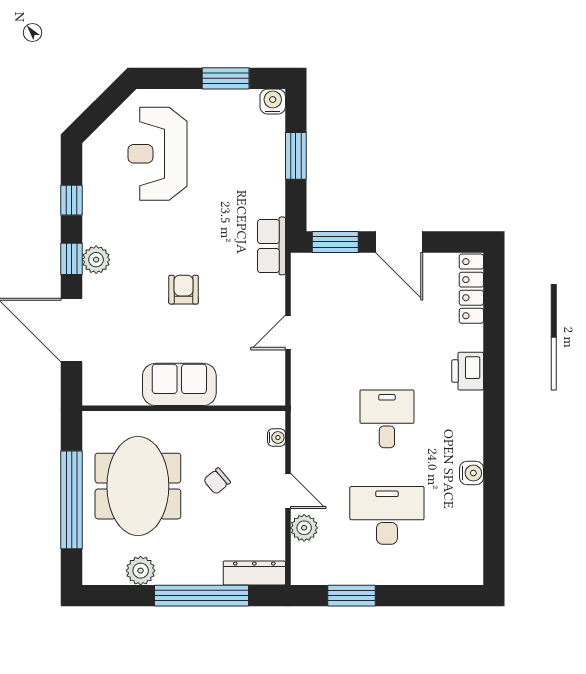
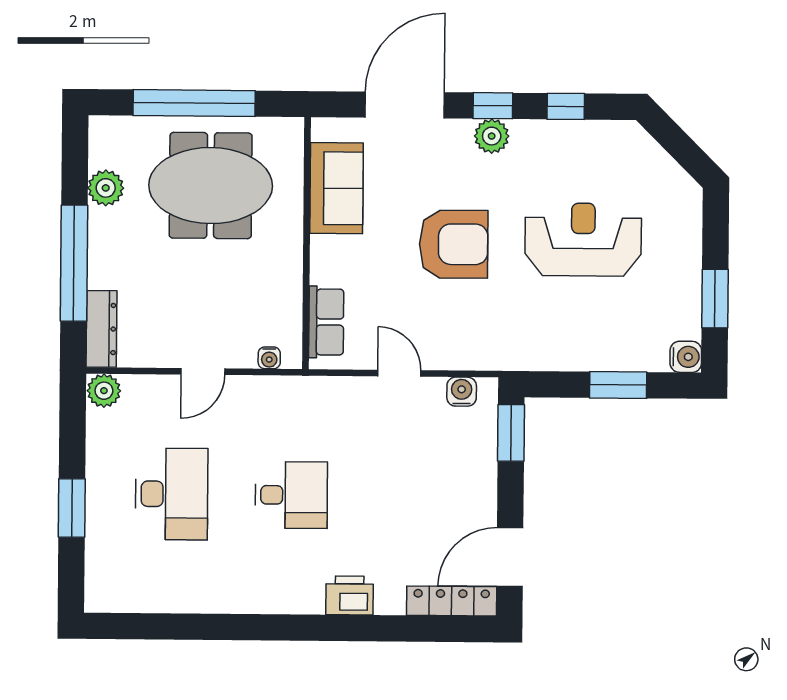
reception desk: (157, 154) -> (583, 240), moved
door: (399, 242) -> (510, 557), moved
row of seats: (271, 246) -> (326, 322), moved, turned 90
armchair: (184, 290) -> (454, 244), width x1.88, depth x1.88
sofa: (179, 384) -> (337, 188), moved
water cooler: (471, 473) -> (462, 392), moved, turned 180
chair: (217, 481) -> (216, 284), removed
plant: (304, 528) -> (104, 391), moved
window: (352, 596) -> (72, 508), moved

